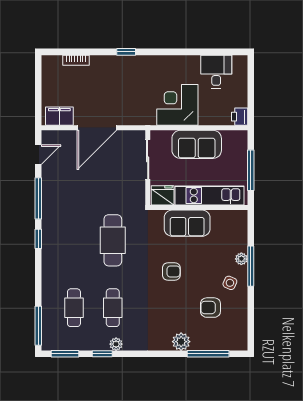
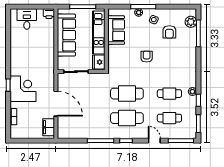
desk: (216, 72) -> (27, 19), moved, turned 90
corner desk: (177, 105) -> (23, 89), moved, turned 180
sofa: (197, 144) -> (66, 35), width x1.36
door: (38, 155) -> (154, 141), moved
sofa: (187, 223) -> (116, 30), moved
cafe table: (74, 240) -> (127, 118), added
plant: (181, 342) -> (191, 22), moved

